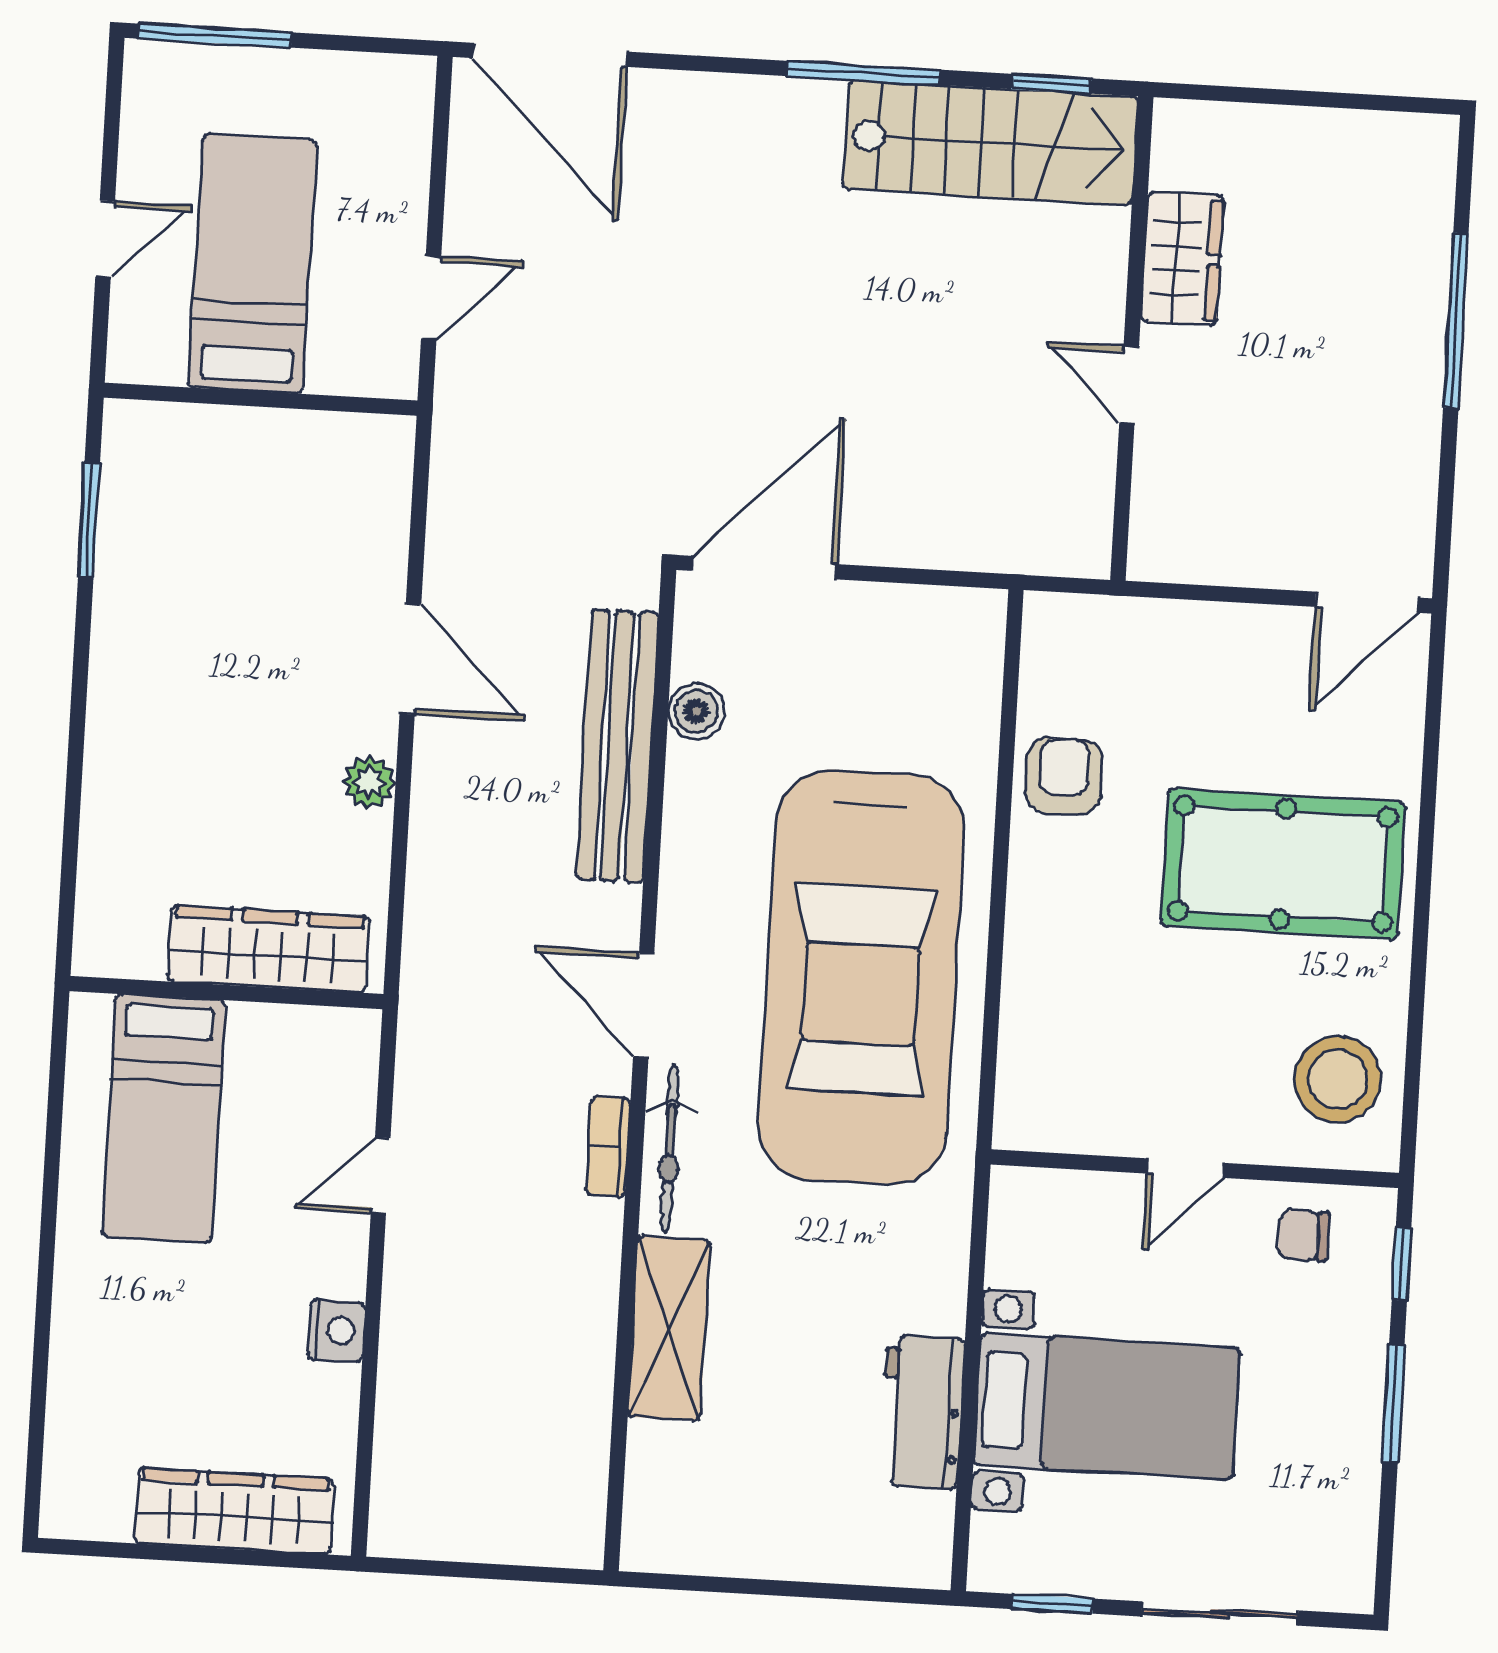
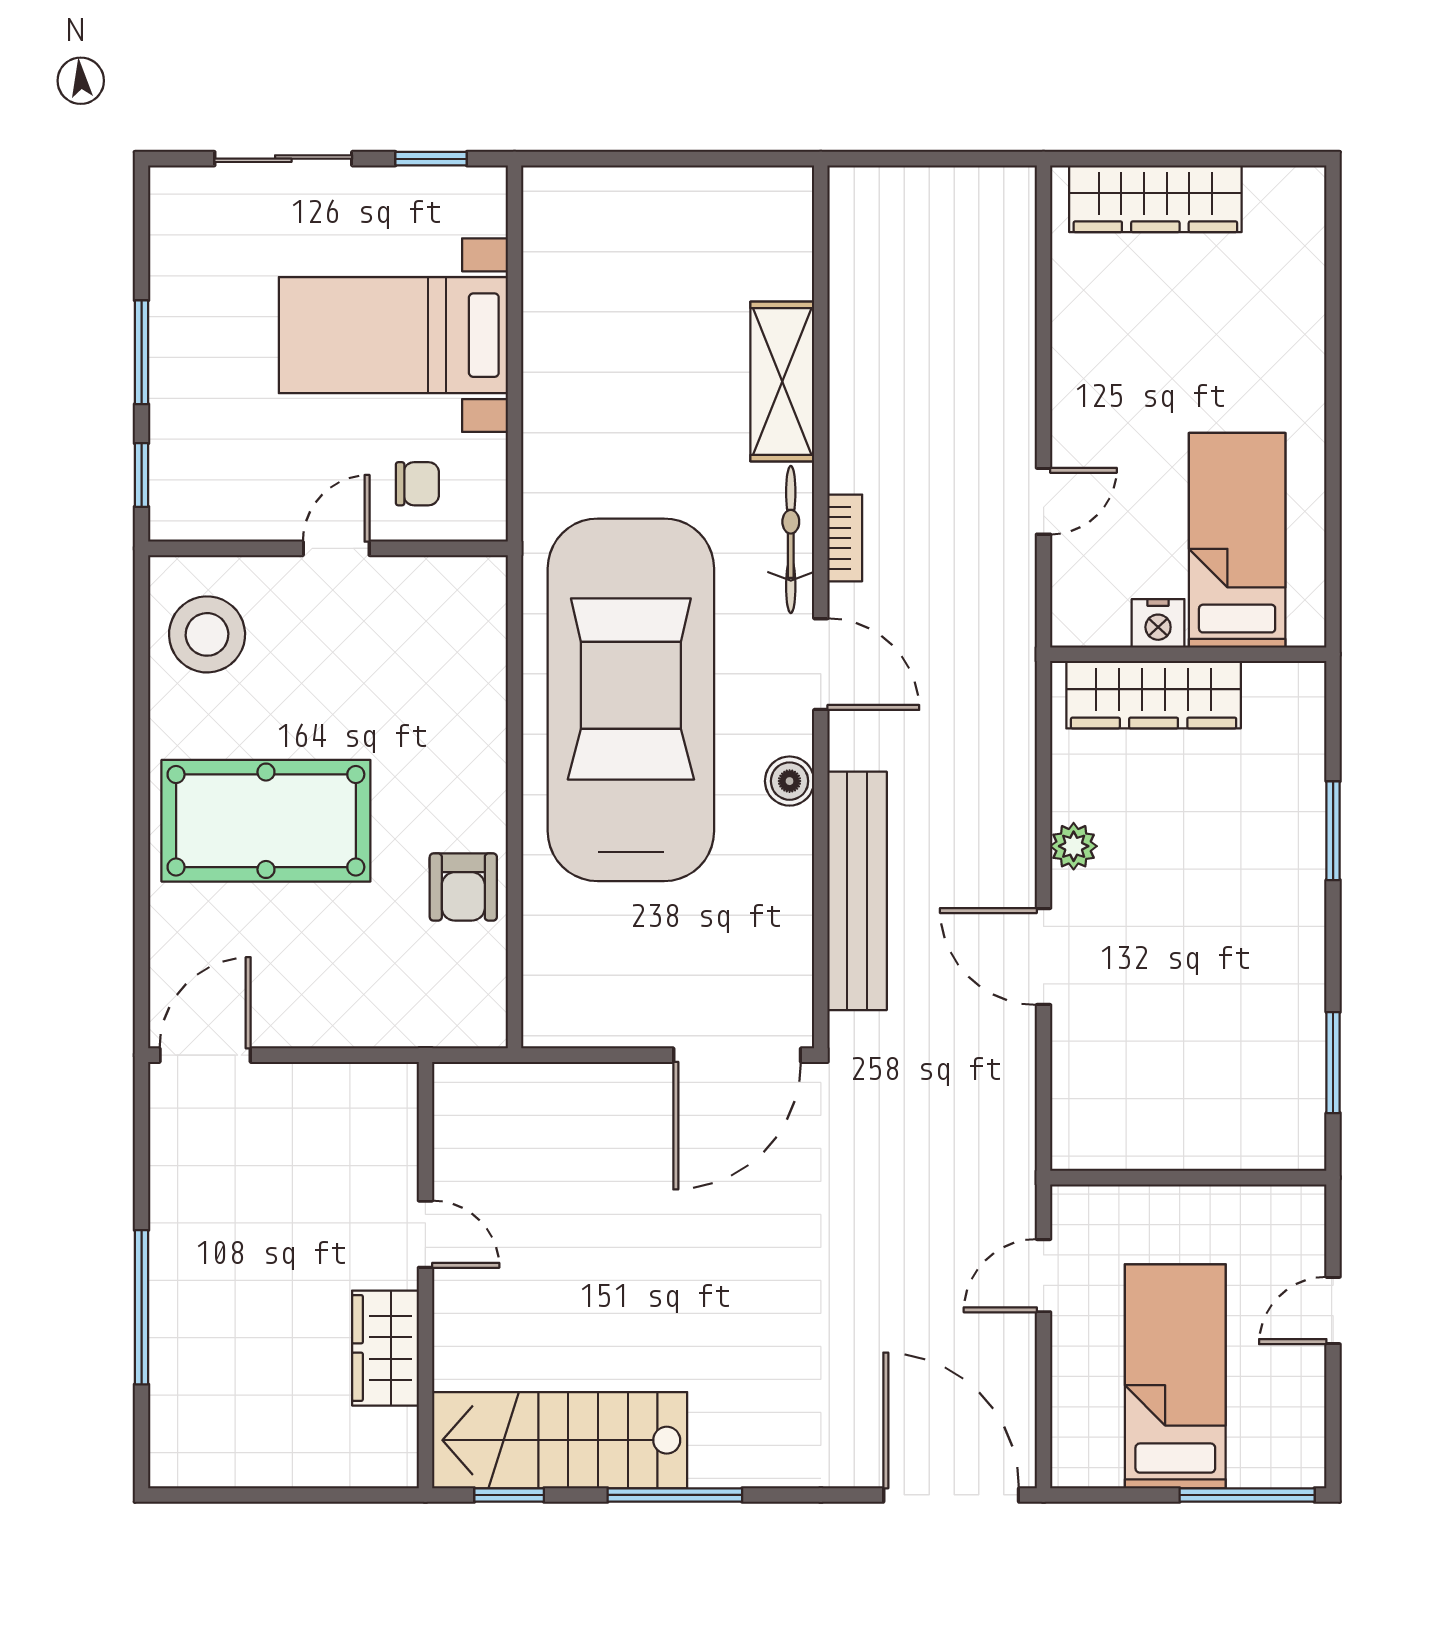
bed: (253, 264) -> (1175, 1376), moved, turned 180
boiler: (696, 711) -> (790, 781), moved
window: (74, 783) -> (1333, 831), added
chair: (1304, 1235) -> (417, 484), moved
nightstand: (336, 1331) -> (1158, 623), moved, turned -90
workbench: (922, 1412) -> (556, 320), removed

